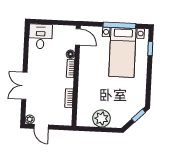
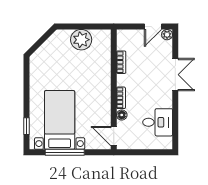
desk: (40, 36) -> (158, 122), moved, turned -90
window: (139, 116) -> (37, 45), removed
door: (41, 127) -> (153, 26), swing flipped

